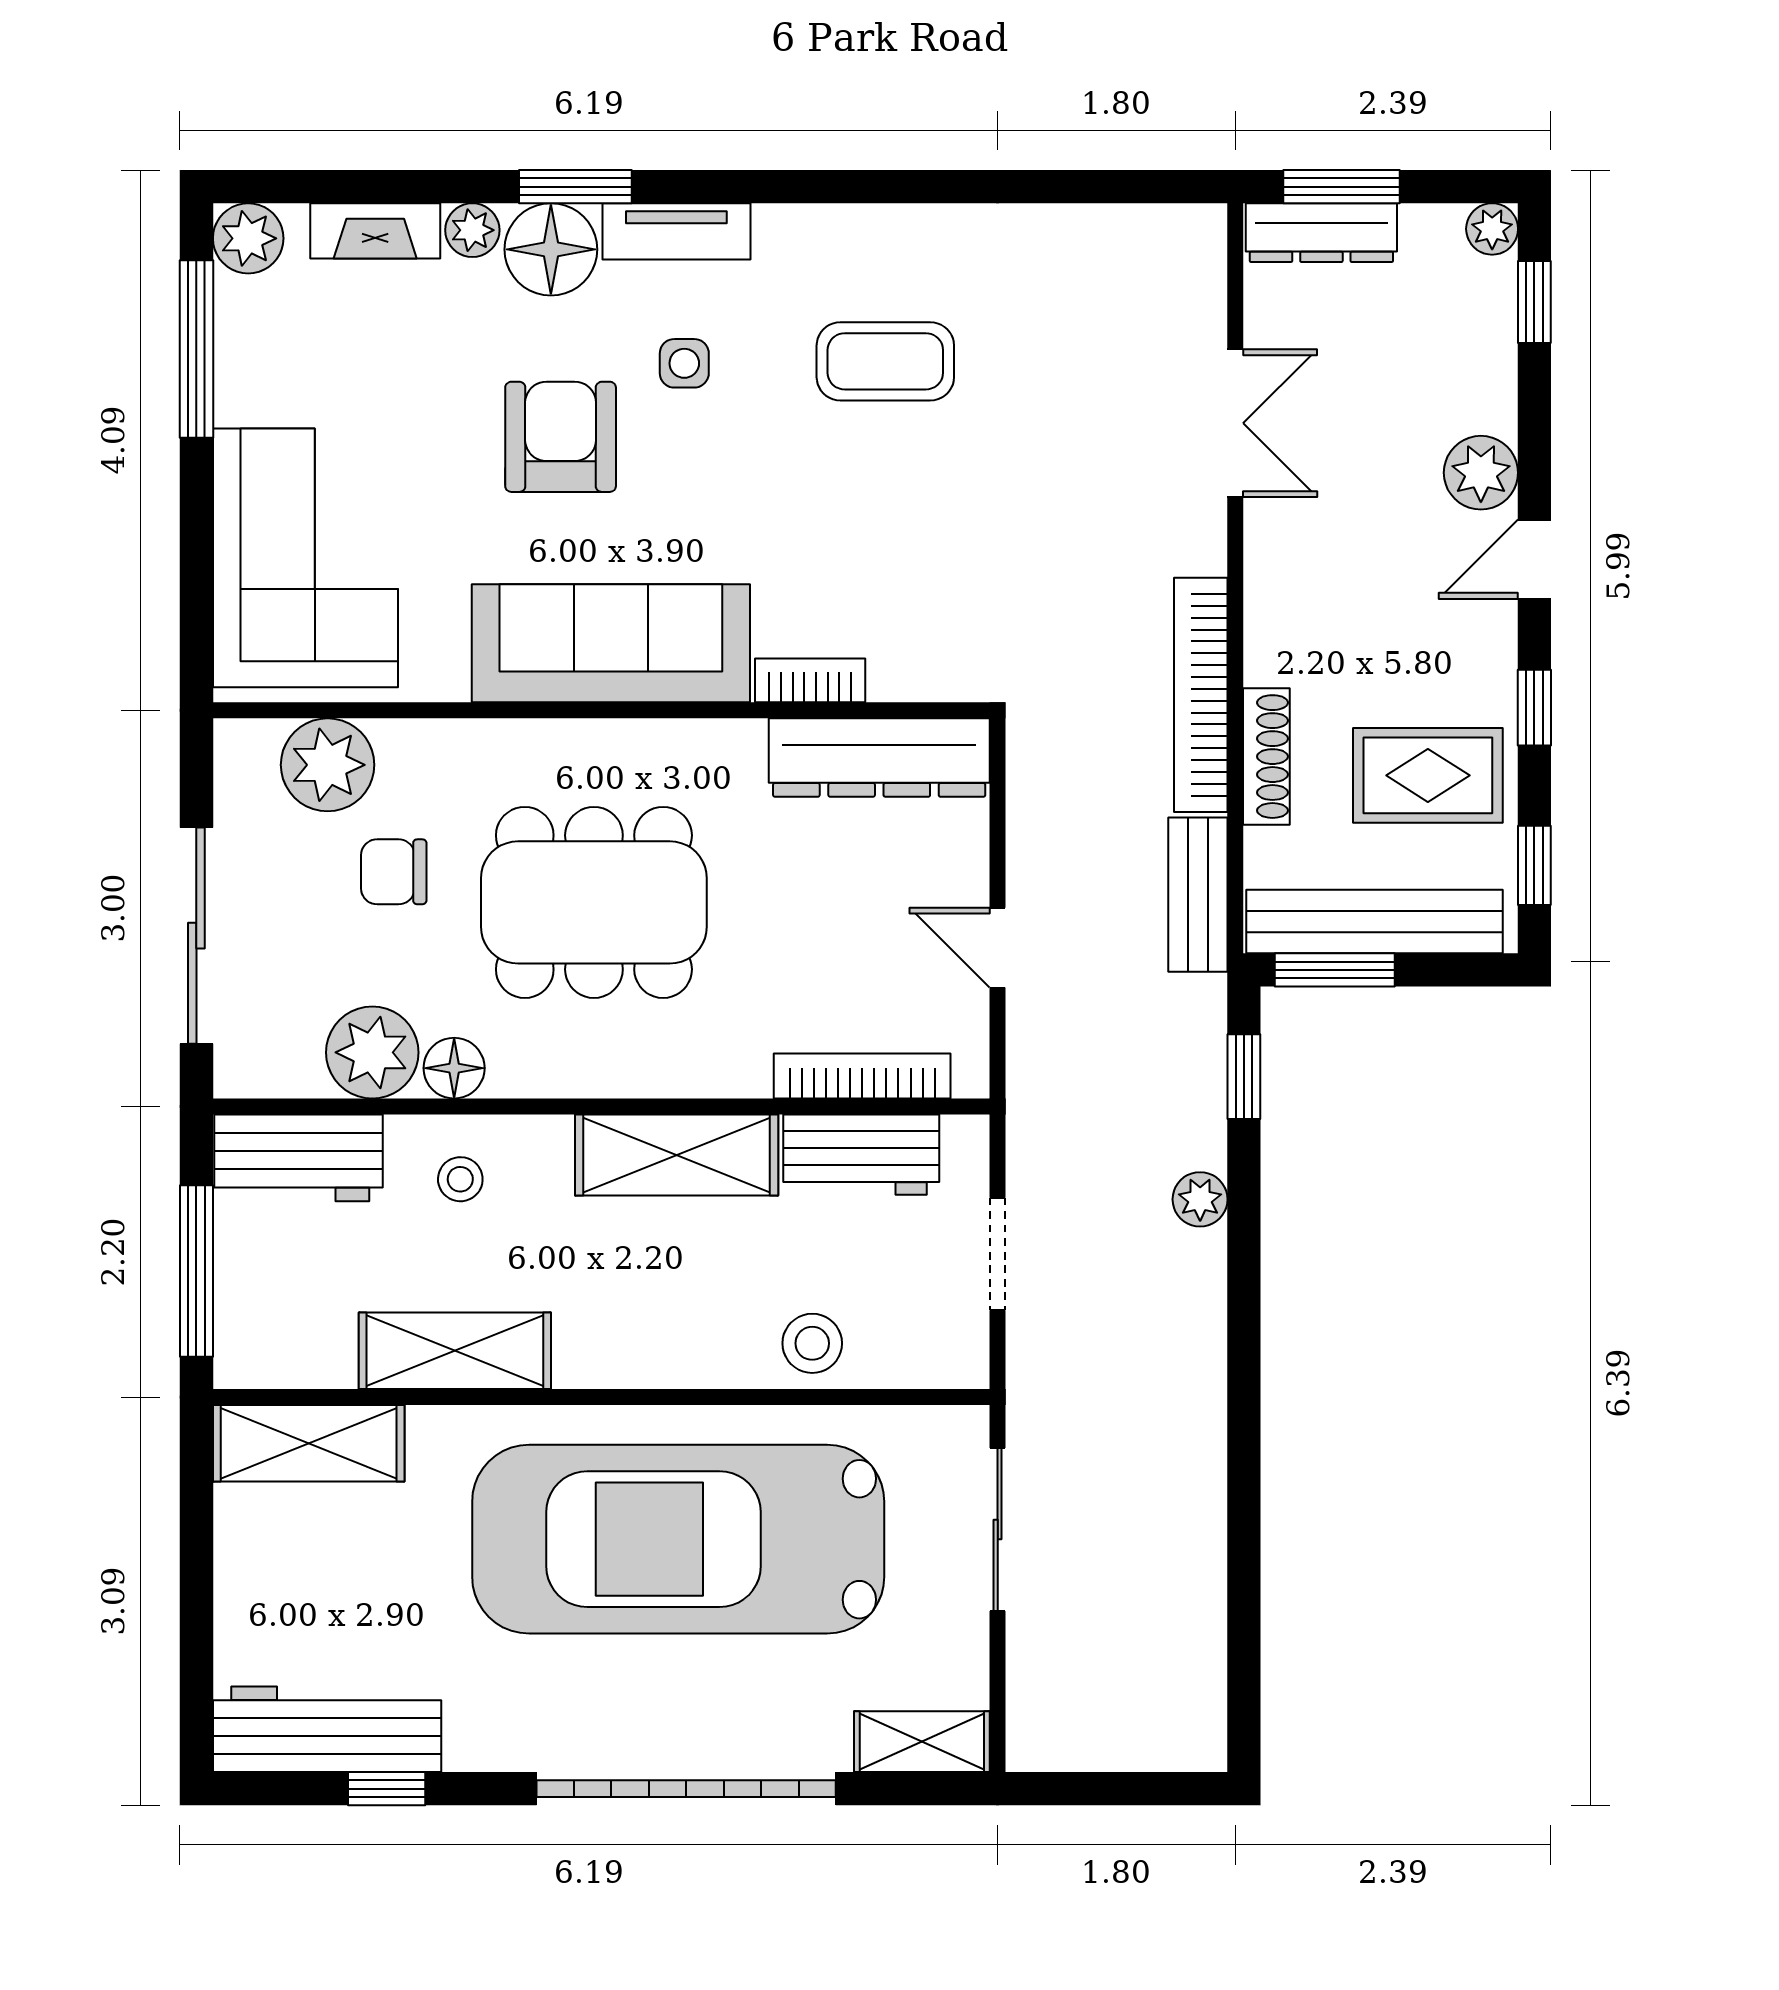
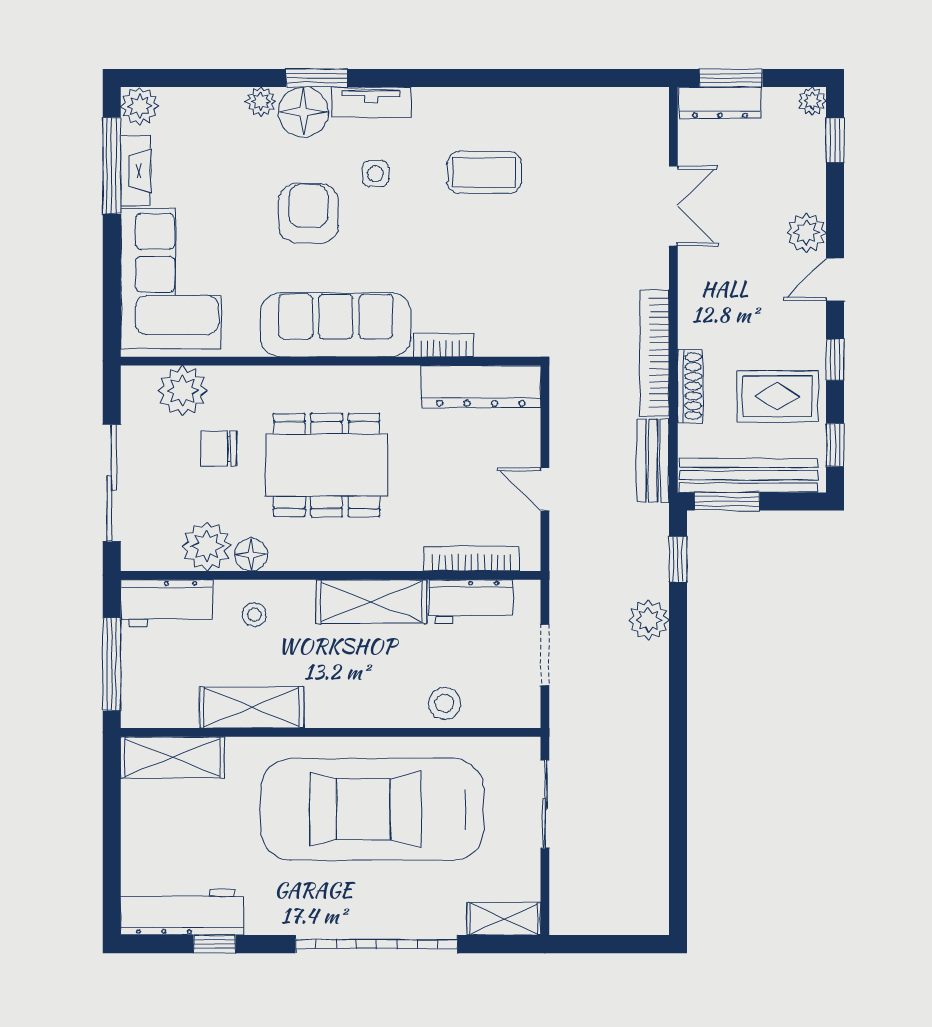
fireplace: (375, 231) -> (136, 171), moved, turned -90
plant: (1200, 1199) -> (649, 620), width x1.38, depth x1.38

